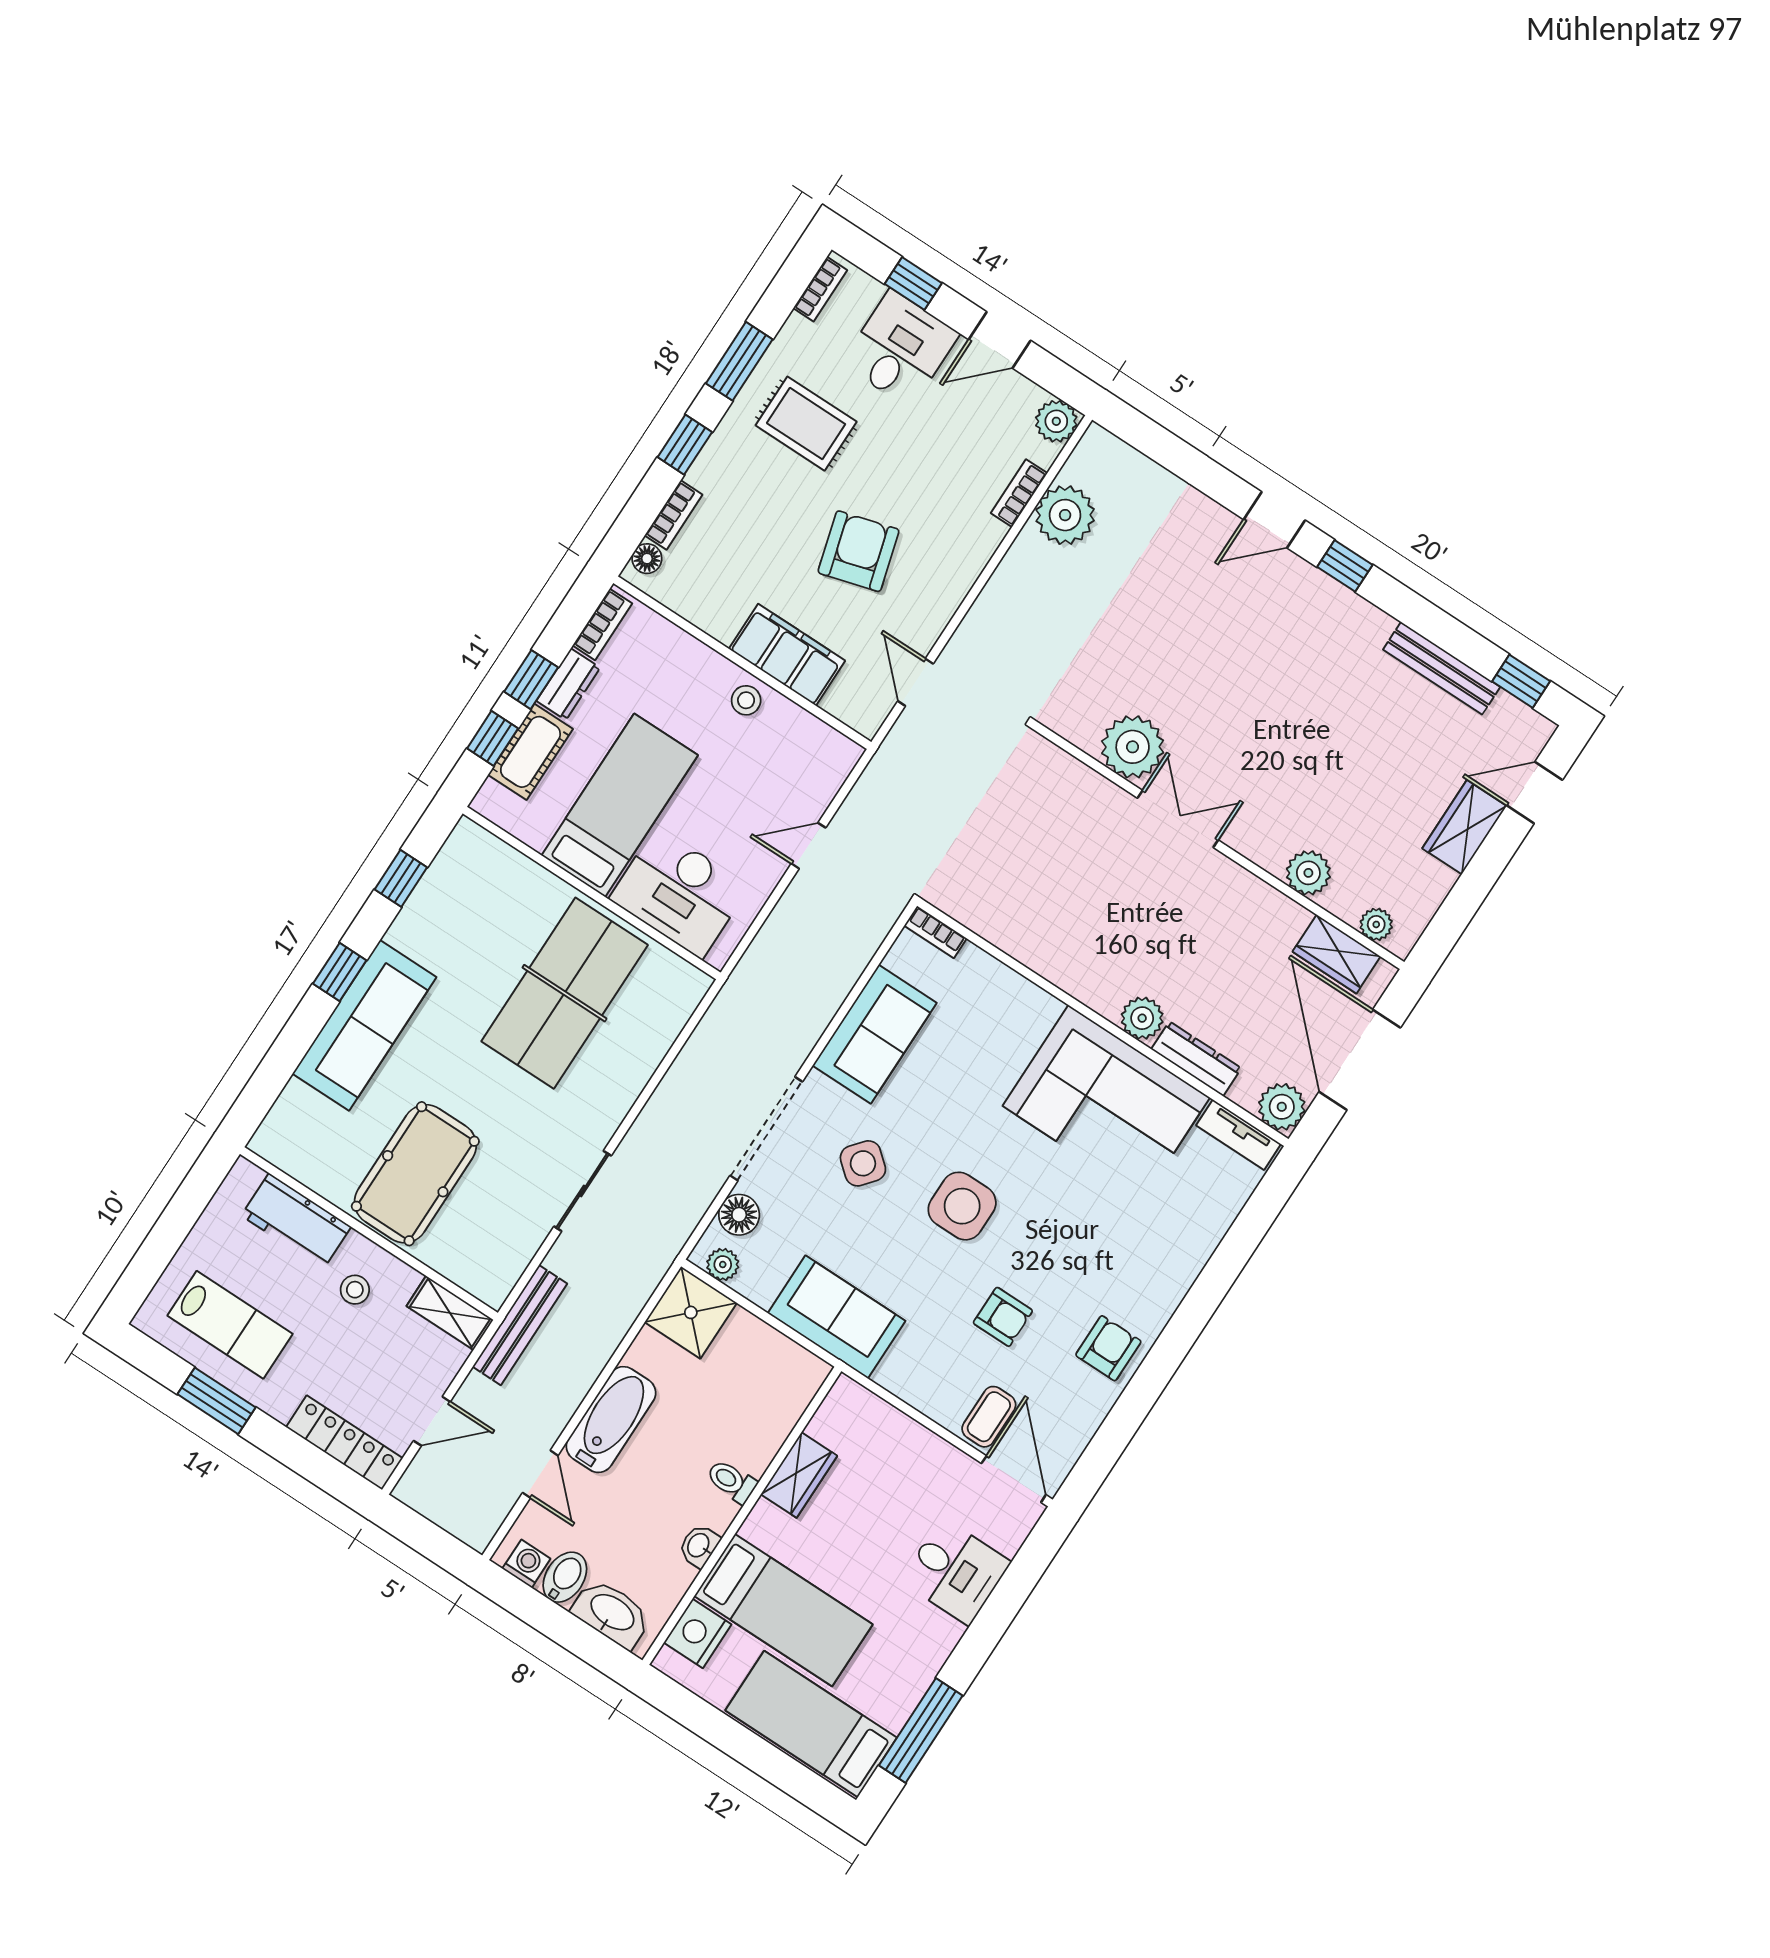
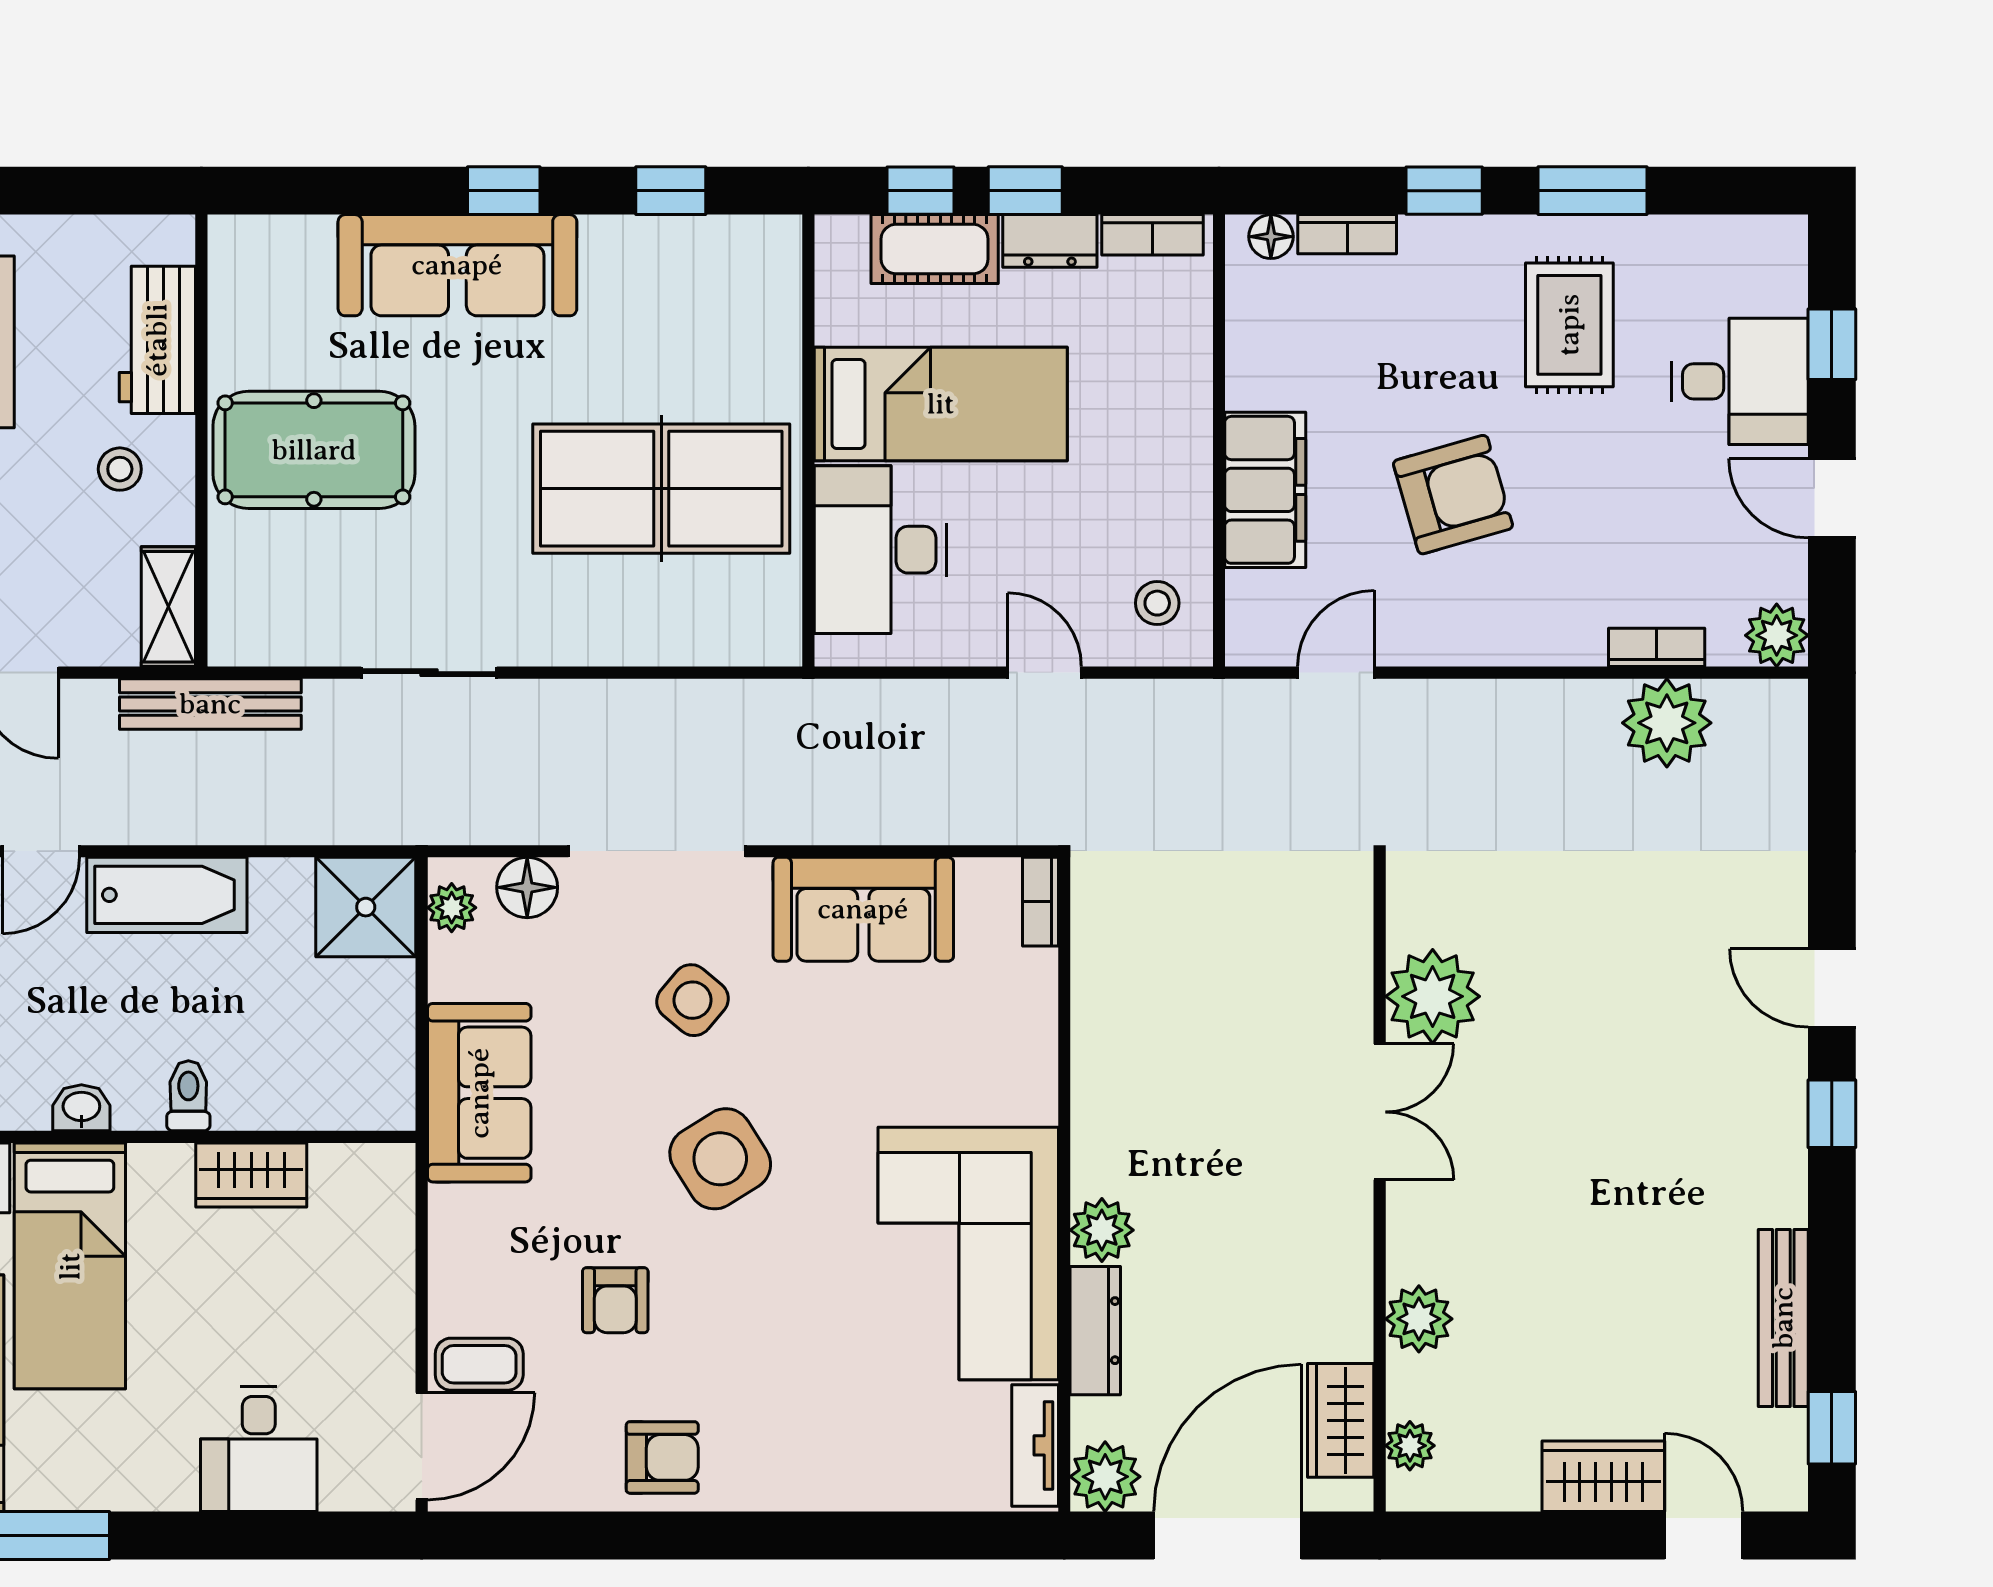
bookcase: (820, 289) -> (1749, 233), removed
stool: (746, 700) -> (1157, 603), moved
side table: (962, 1206) -> (720, 1159), turned -32

